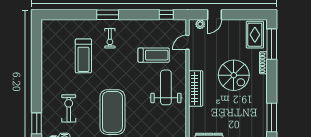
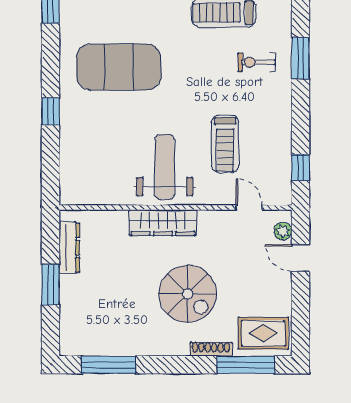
spiral stairs: (234, 75) -> (188, 294), turned -90
weight bench: (166, 87) -> (165, 167), turned -90

